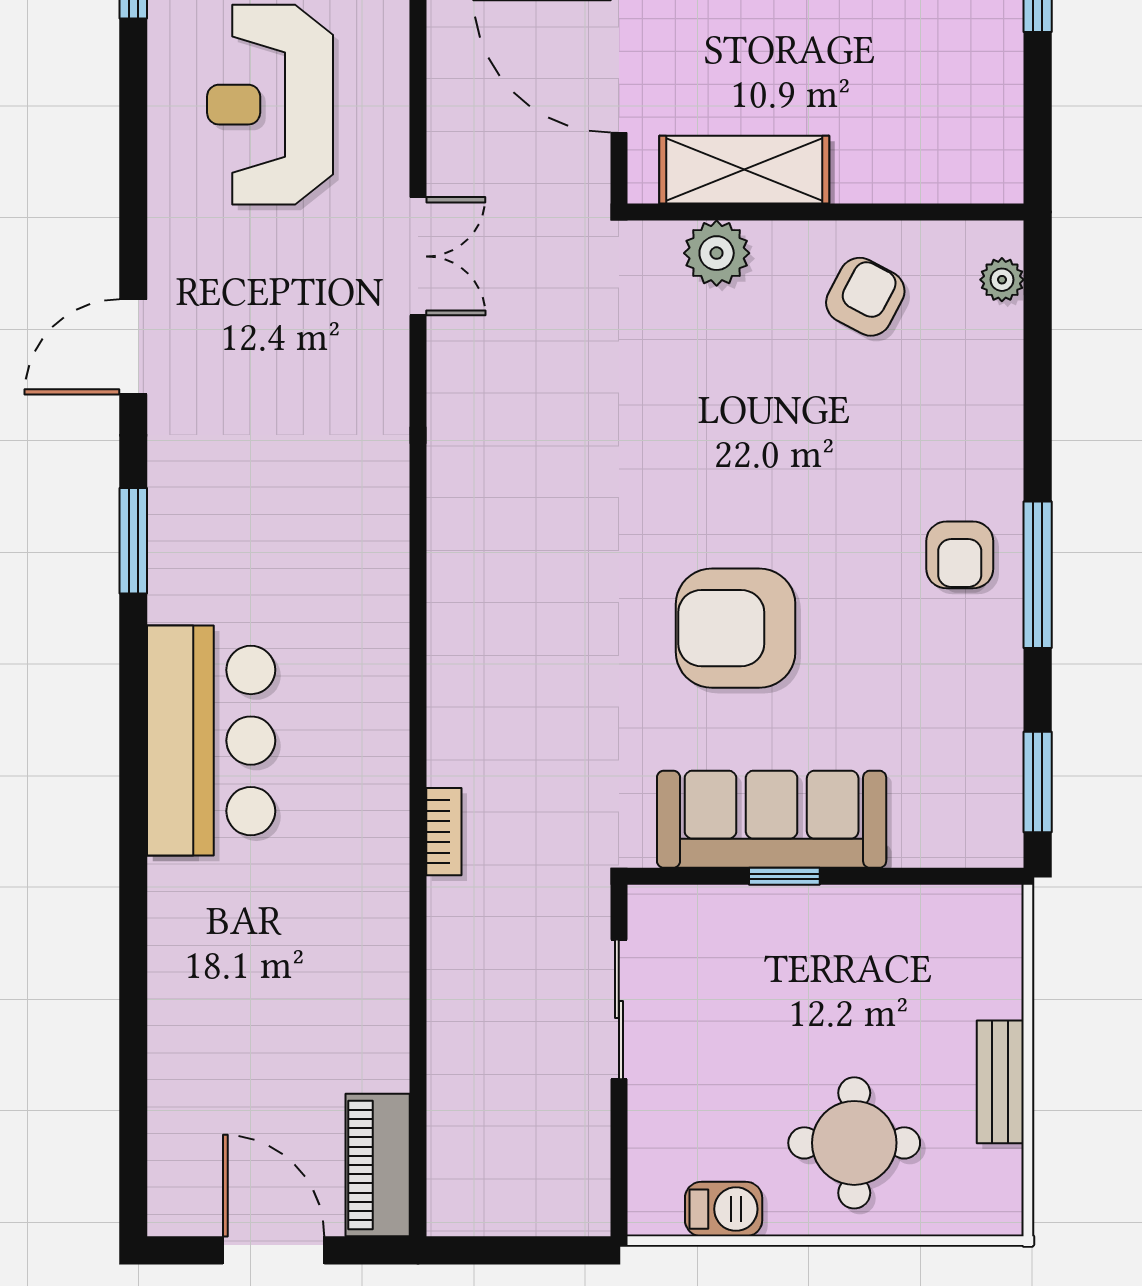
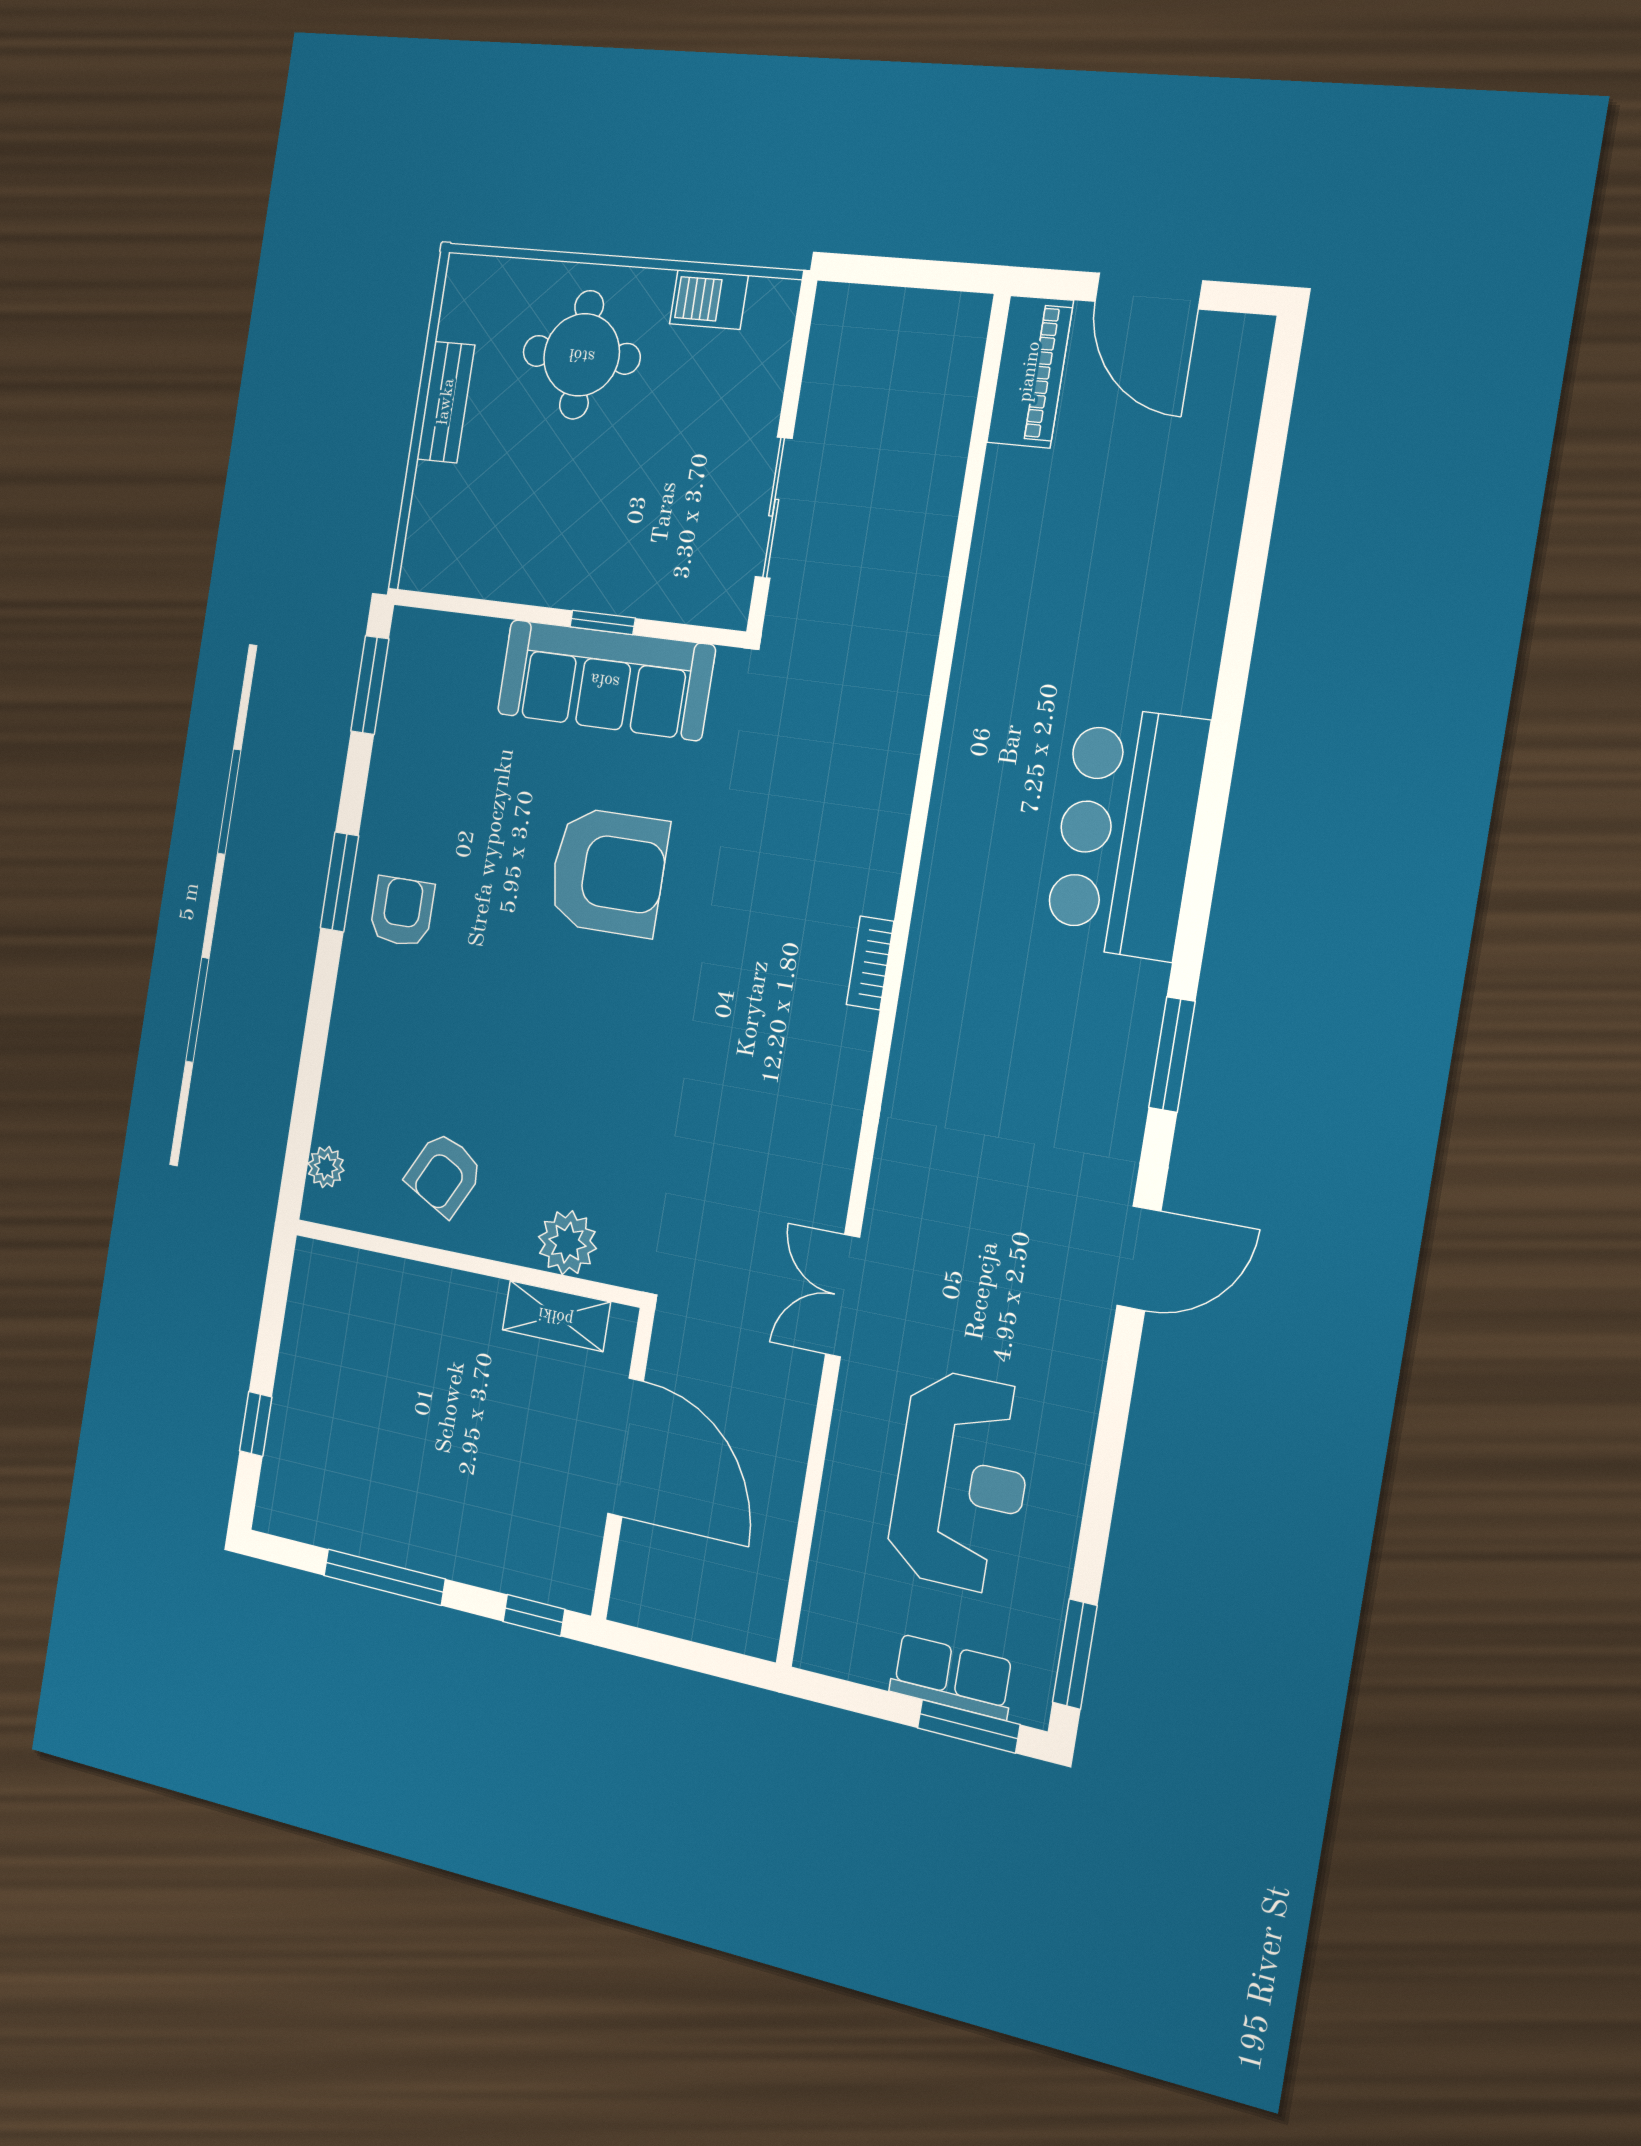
shelving: (744, 170) -> (556, 1316), width x0.67, depth x0.75
window: (1038, 575) -> (339, 882), width x0.69
bookcase: (444, 832) -> (870, 963), moved

